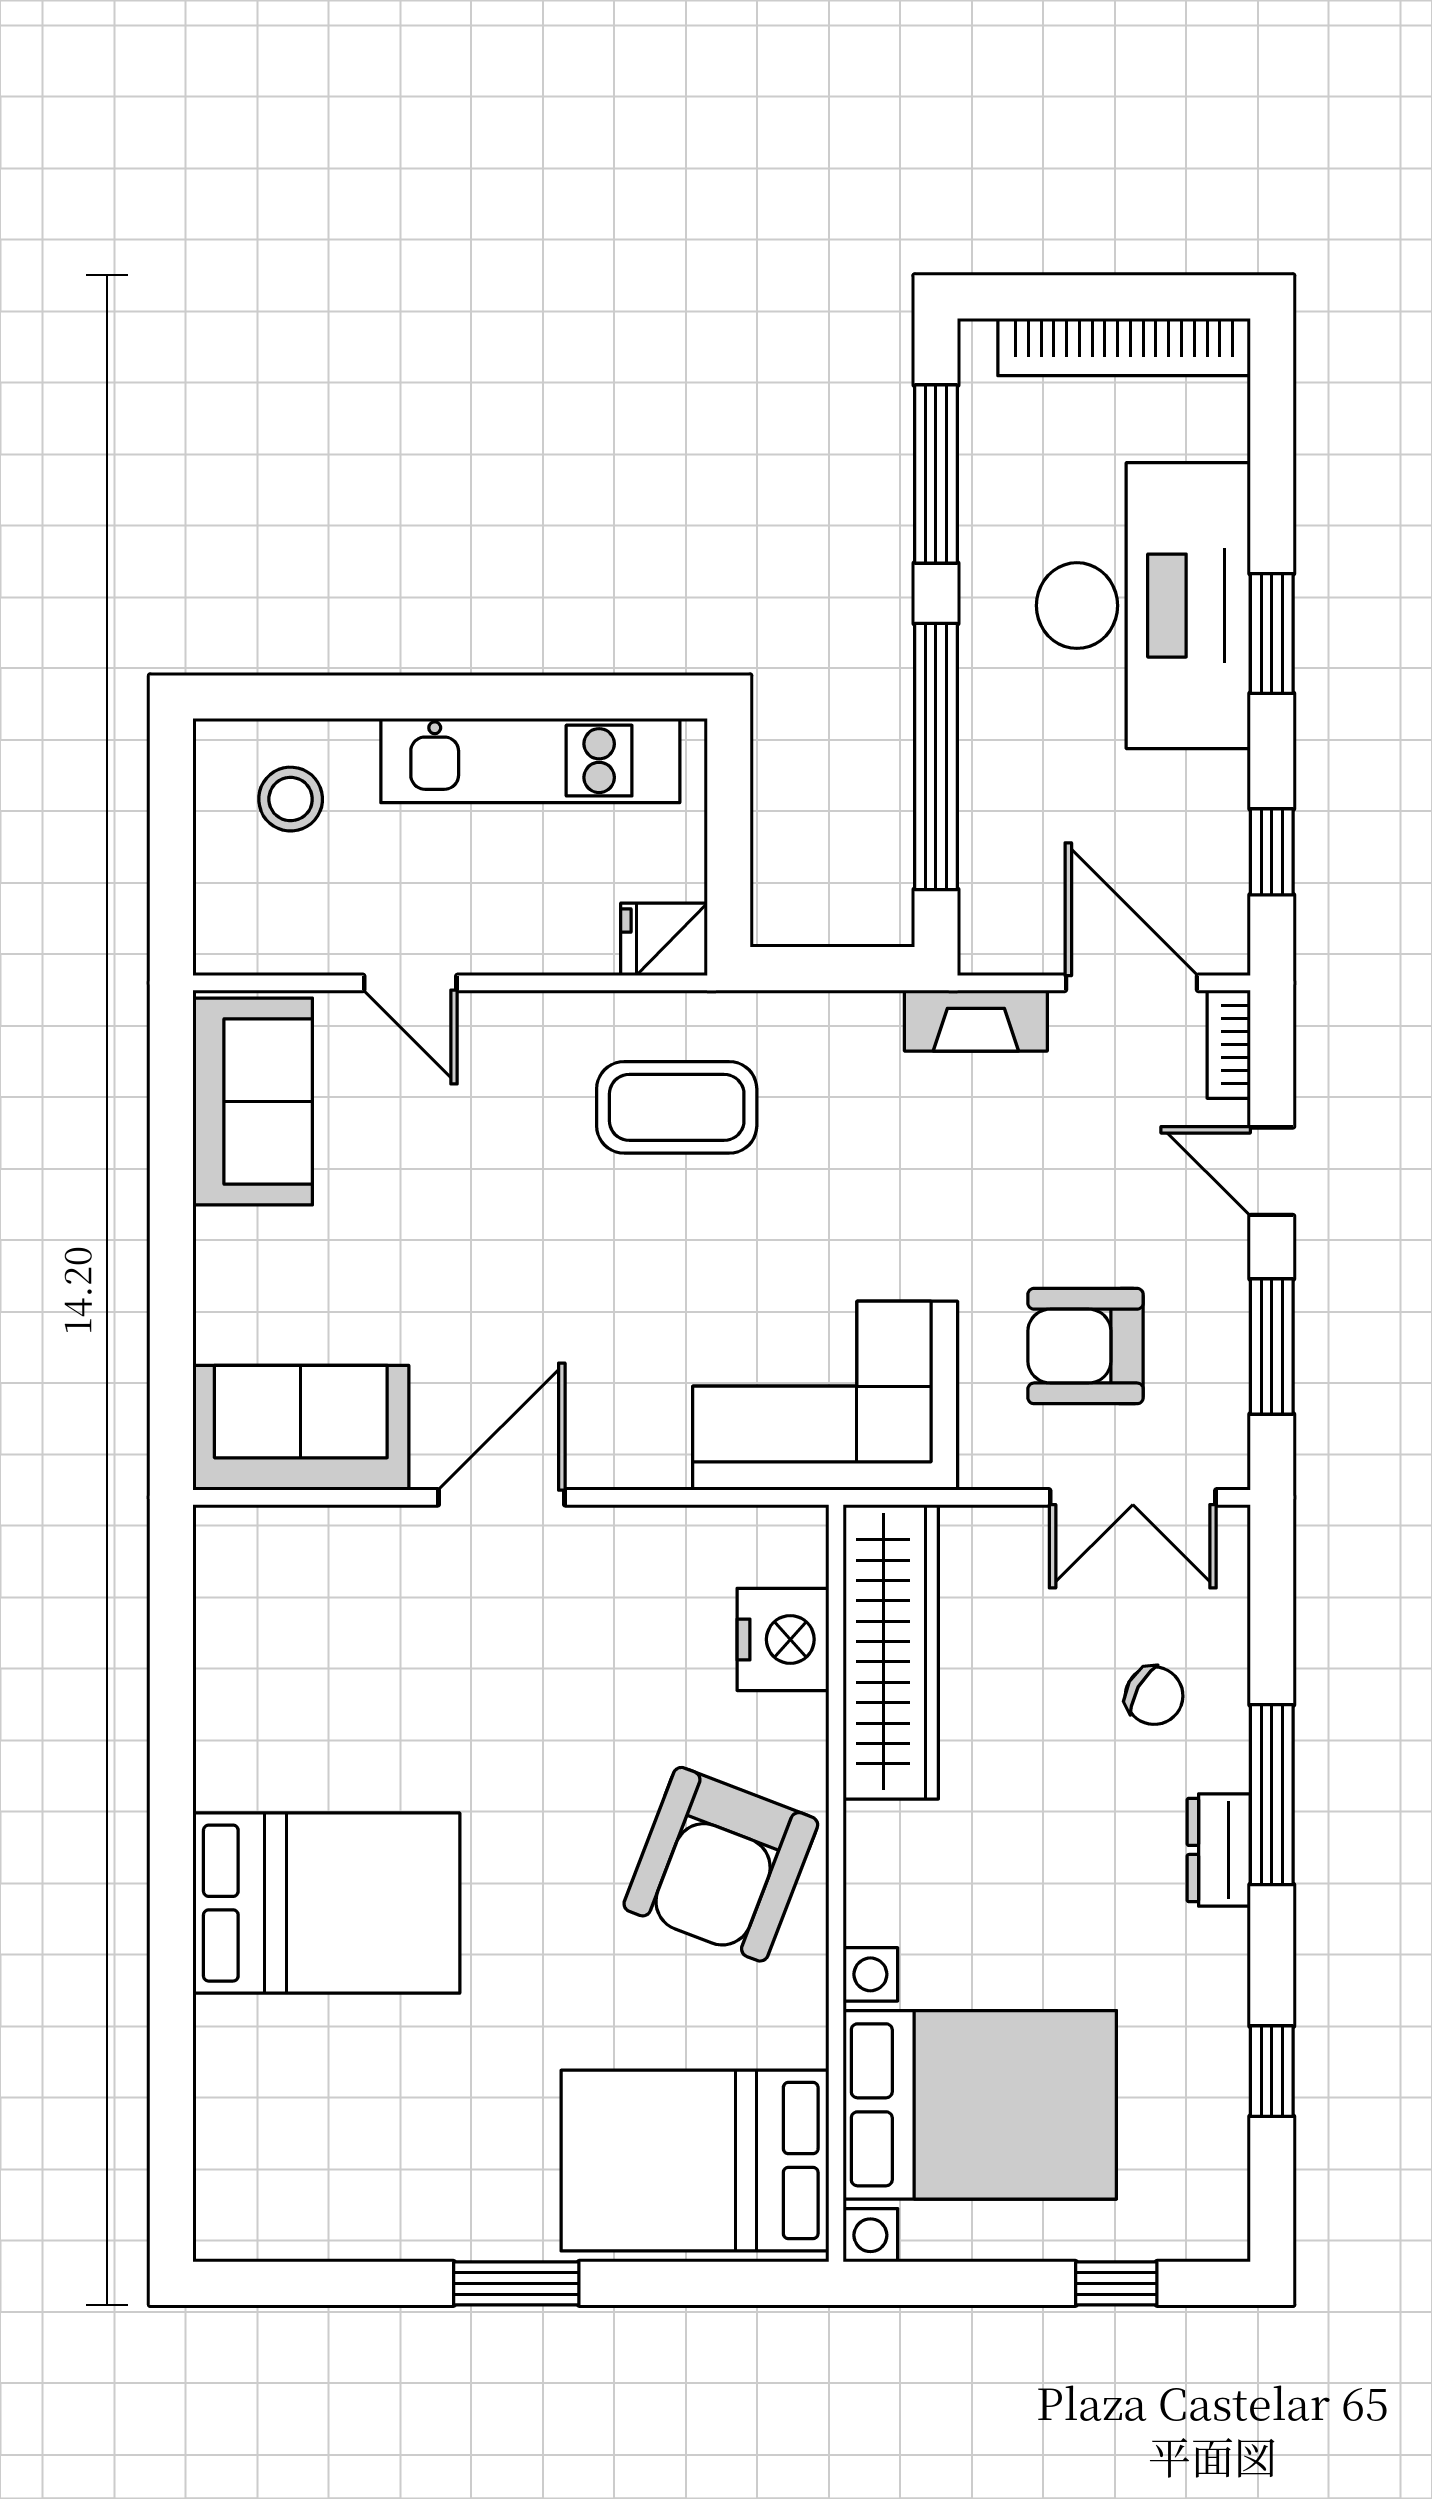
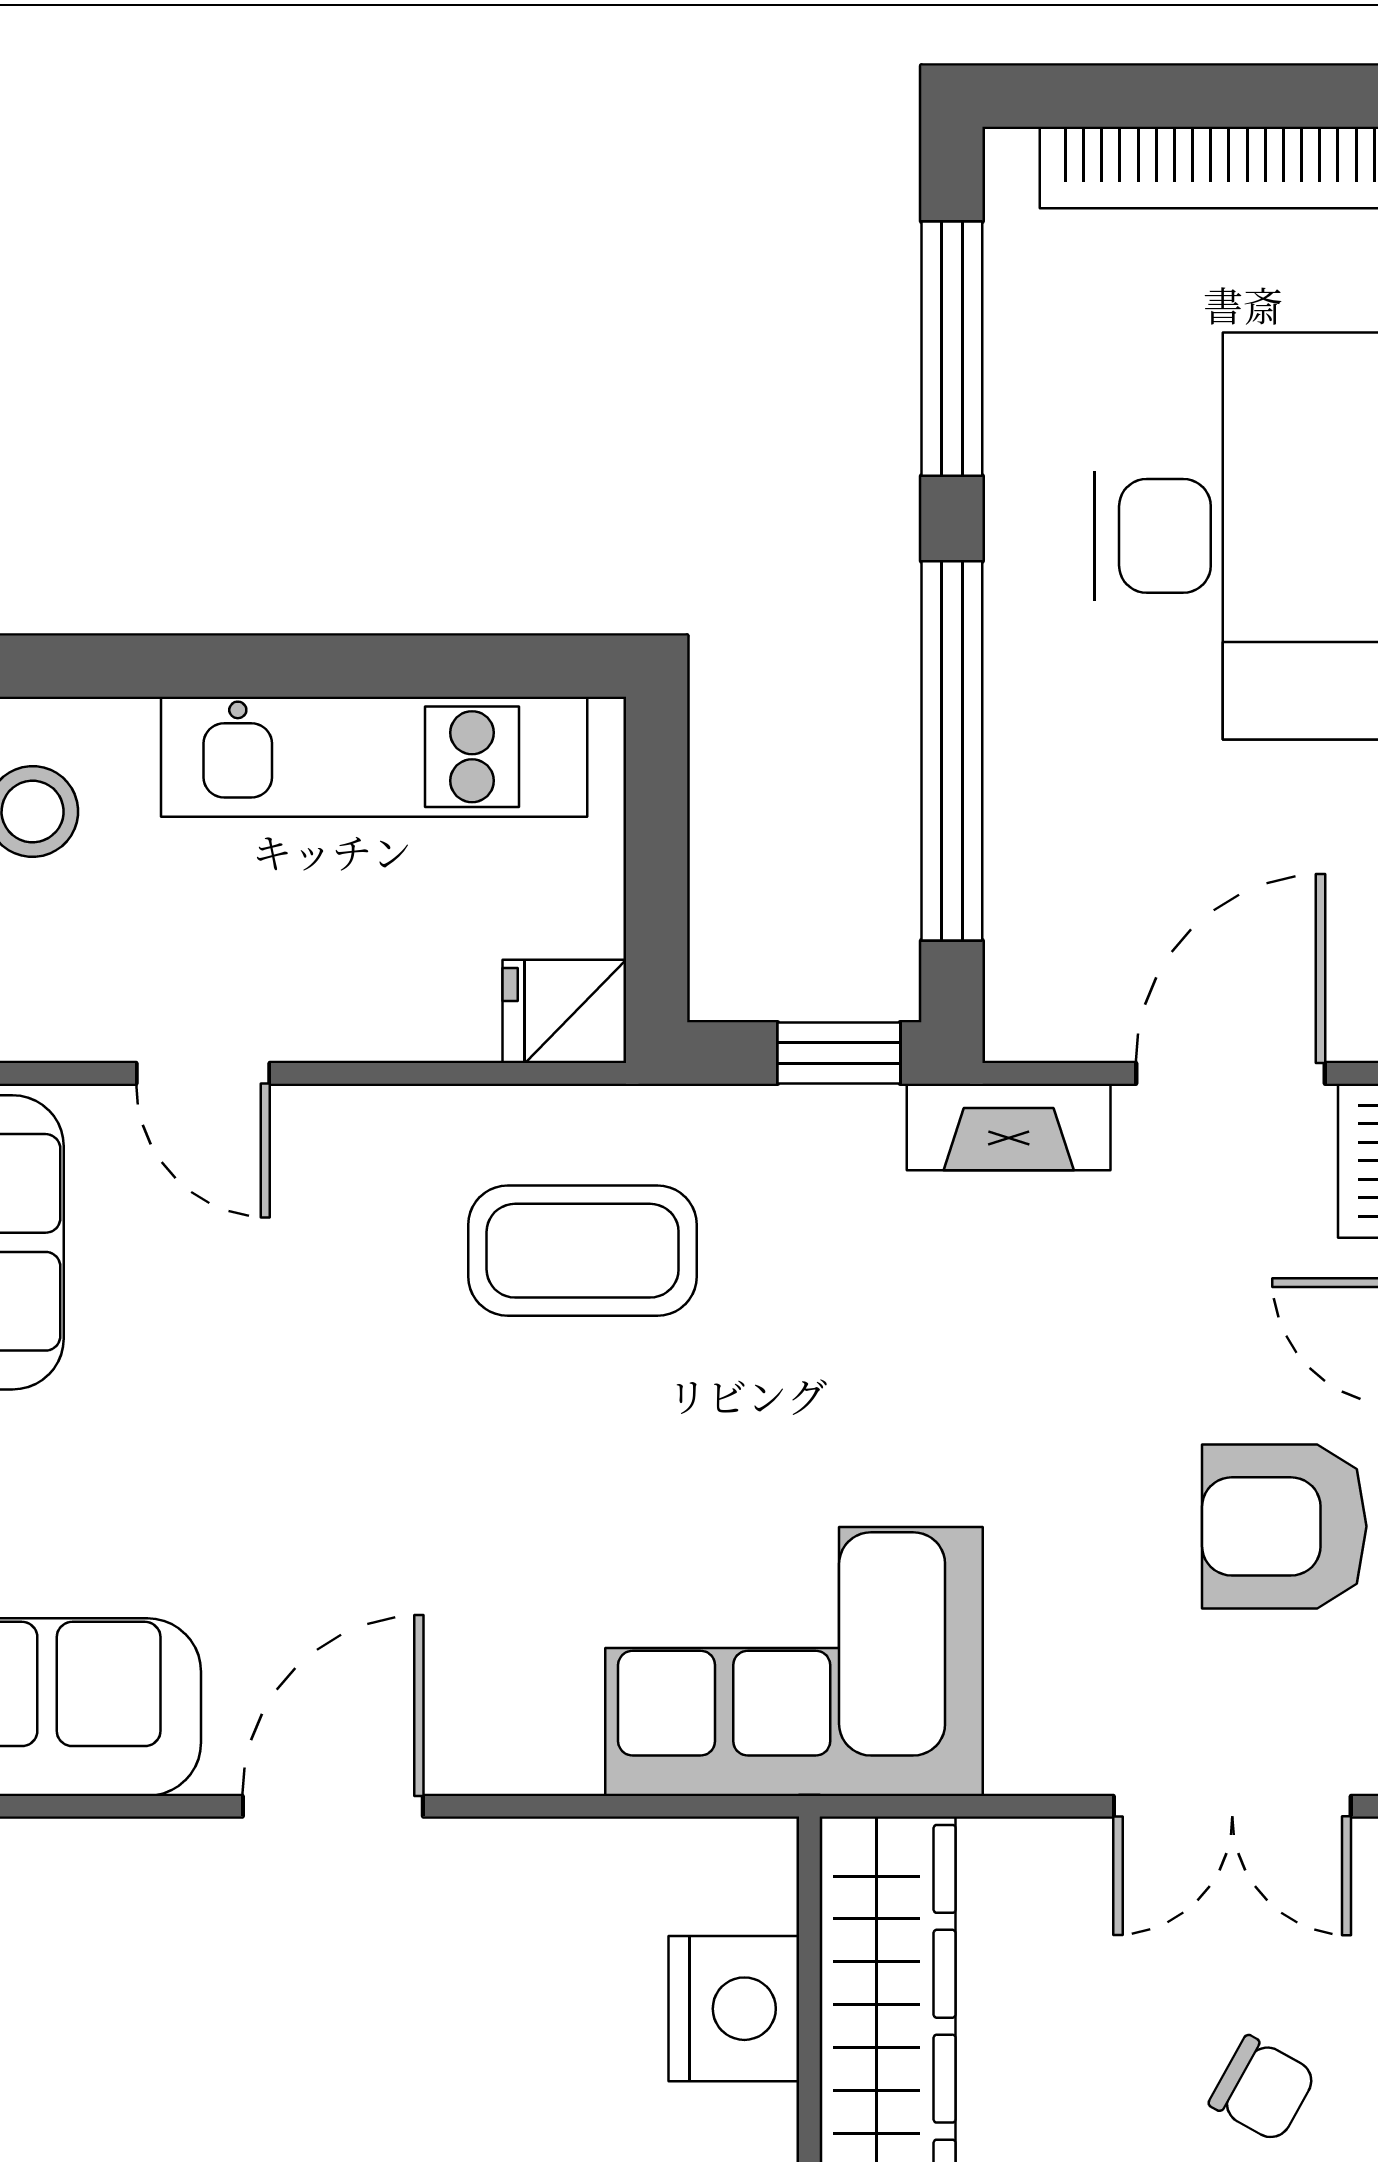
window: (857, 969) -> (839, 1053), added
door: (1132, 983) -> (1230, 1073), hinge flipped
armchair: (1086, 1346) -> (1284, 1526), moved

